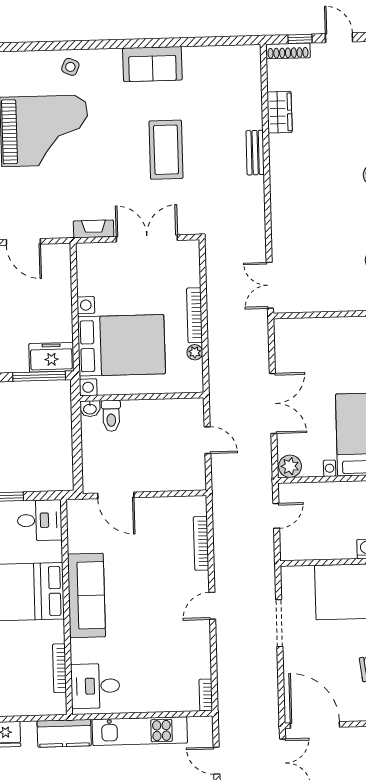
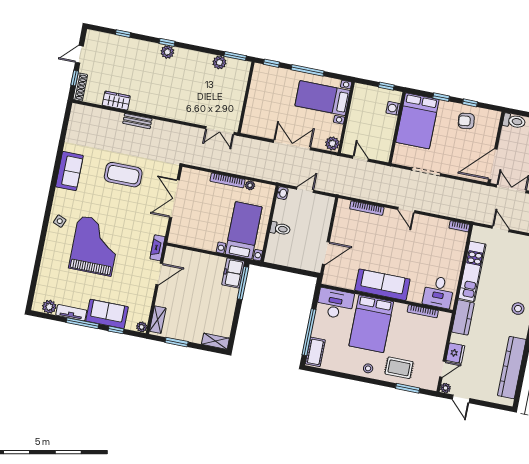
fireplace: (94, 229) -> (157, 248), moved
bed with nightstands: (121, 345) -> (244, 230), width x0.73
washbasin: (90, 409) -> (282, 193), moved
toilet: (111, 416) -> (280, 229), moved
desk: (40, 520) -> (335, 304), width x1.37
door: (216, 761) -> (501, 229), swing flipped

